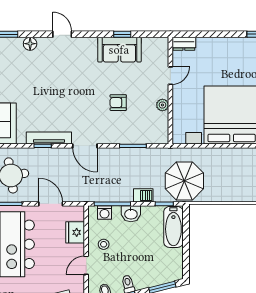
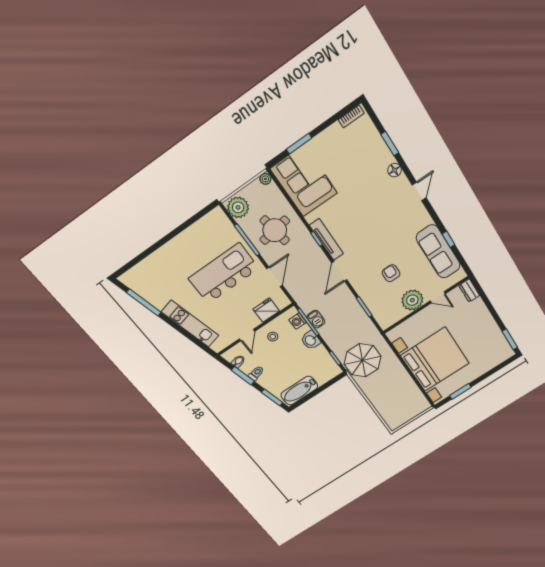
sofa: (119, 50) -> (438, 252), width x1.36
plant: (162, 105) -> (412, 300), width x1.87, depth x1.87
barbecue: (143, 195) -> (316, 319), moved
bathtub: (173, 227) -> (299, 391), moved
door: (86, 265) -> (247, 335), swing flipped

